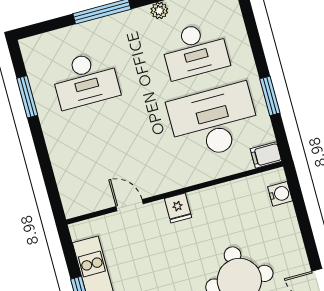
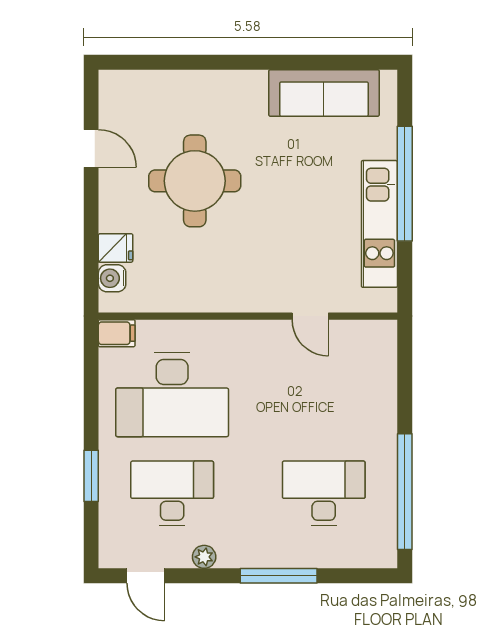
window: (270, 96) -> (91, 476), moved
window: (27, 97) -> (405, 492), width x2.11
fridge: (178, 208) -> (116, 248), moved, turned 90

